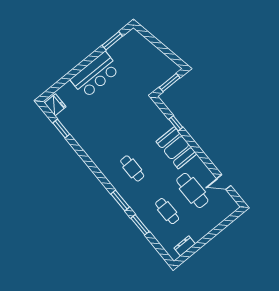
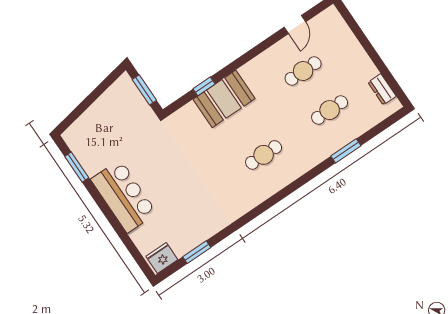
booth: (176, 148) -> (224, 99), moved
cafe table: (192, 190) -> (303, 71), width x0.73, depth x0.74
window: (120, 200) -> (308, 177), removed

